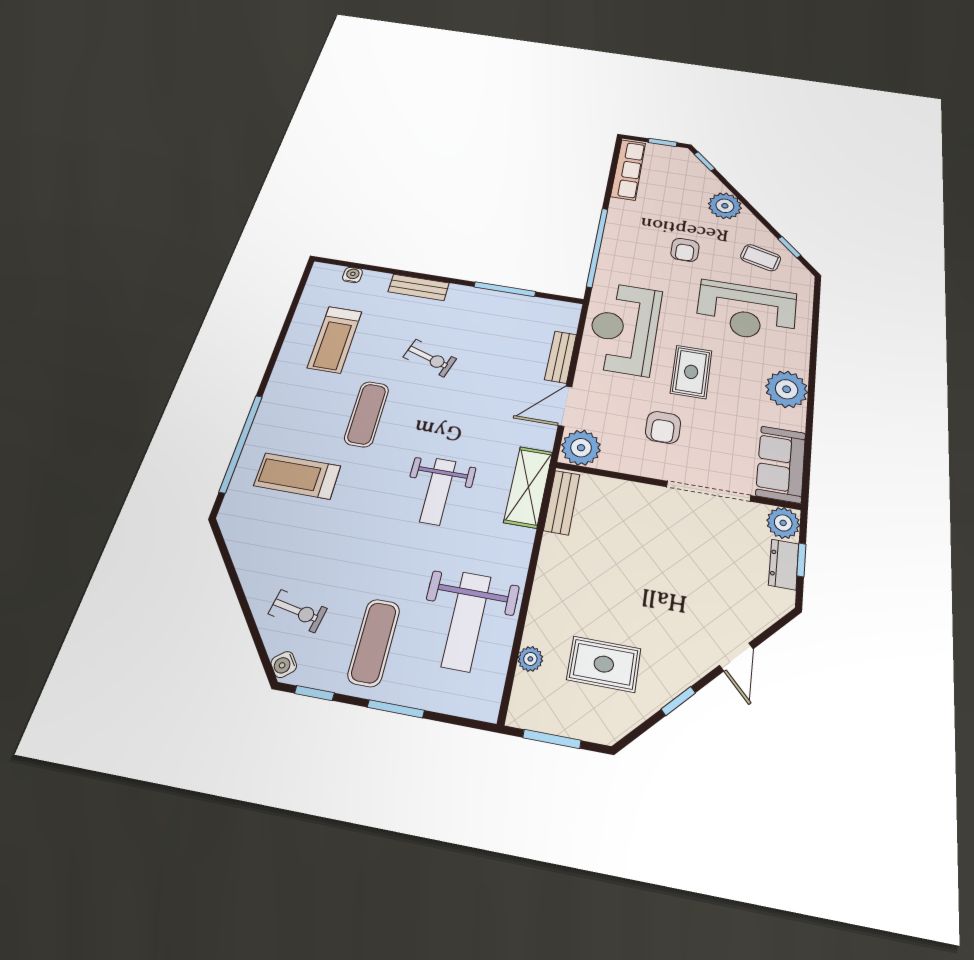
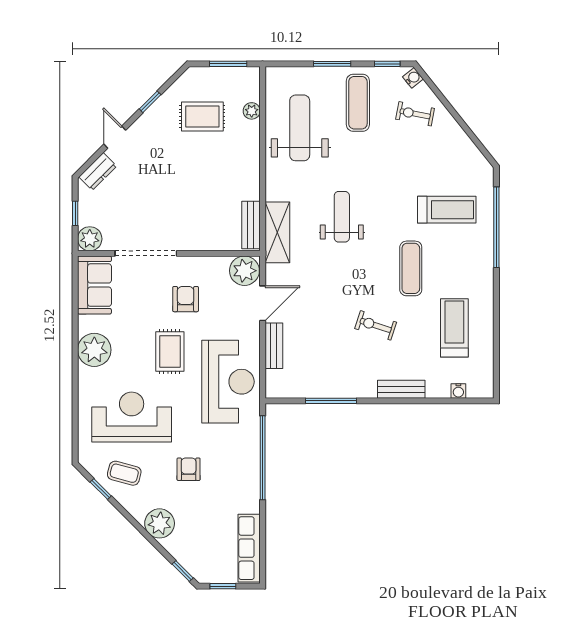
dresser: (784, 564) -> (98, 172), moved, turned 45

